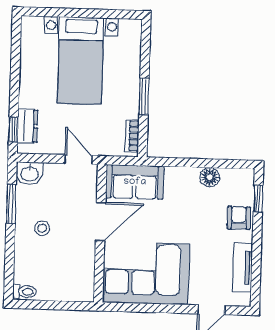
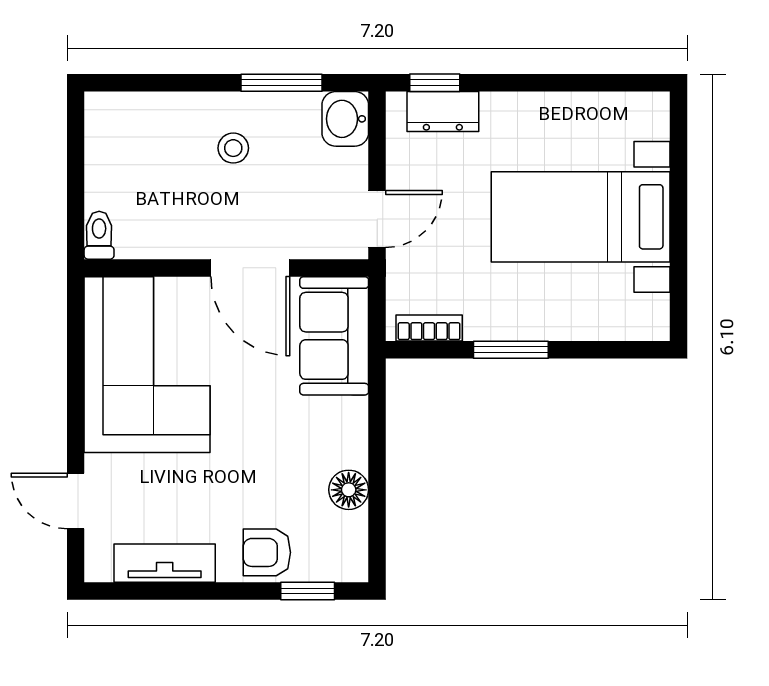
armchair: (239, 218) -> (267, 552), turned 180
toilet: (24, 292) -> (99, 235), moved, turned 180

